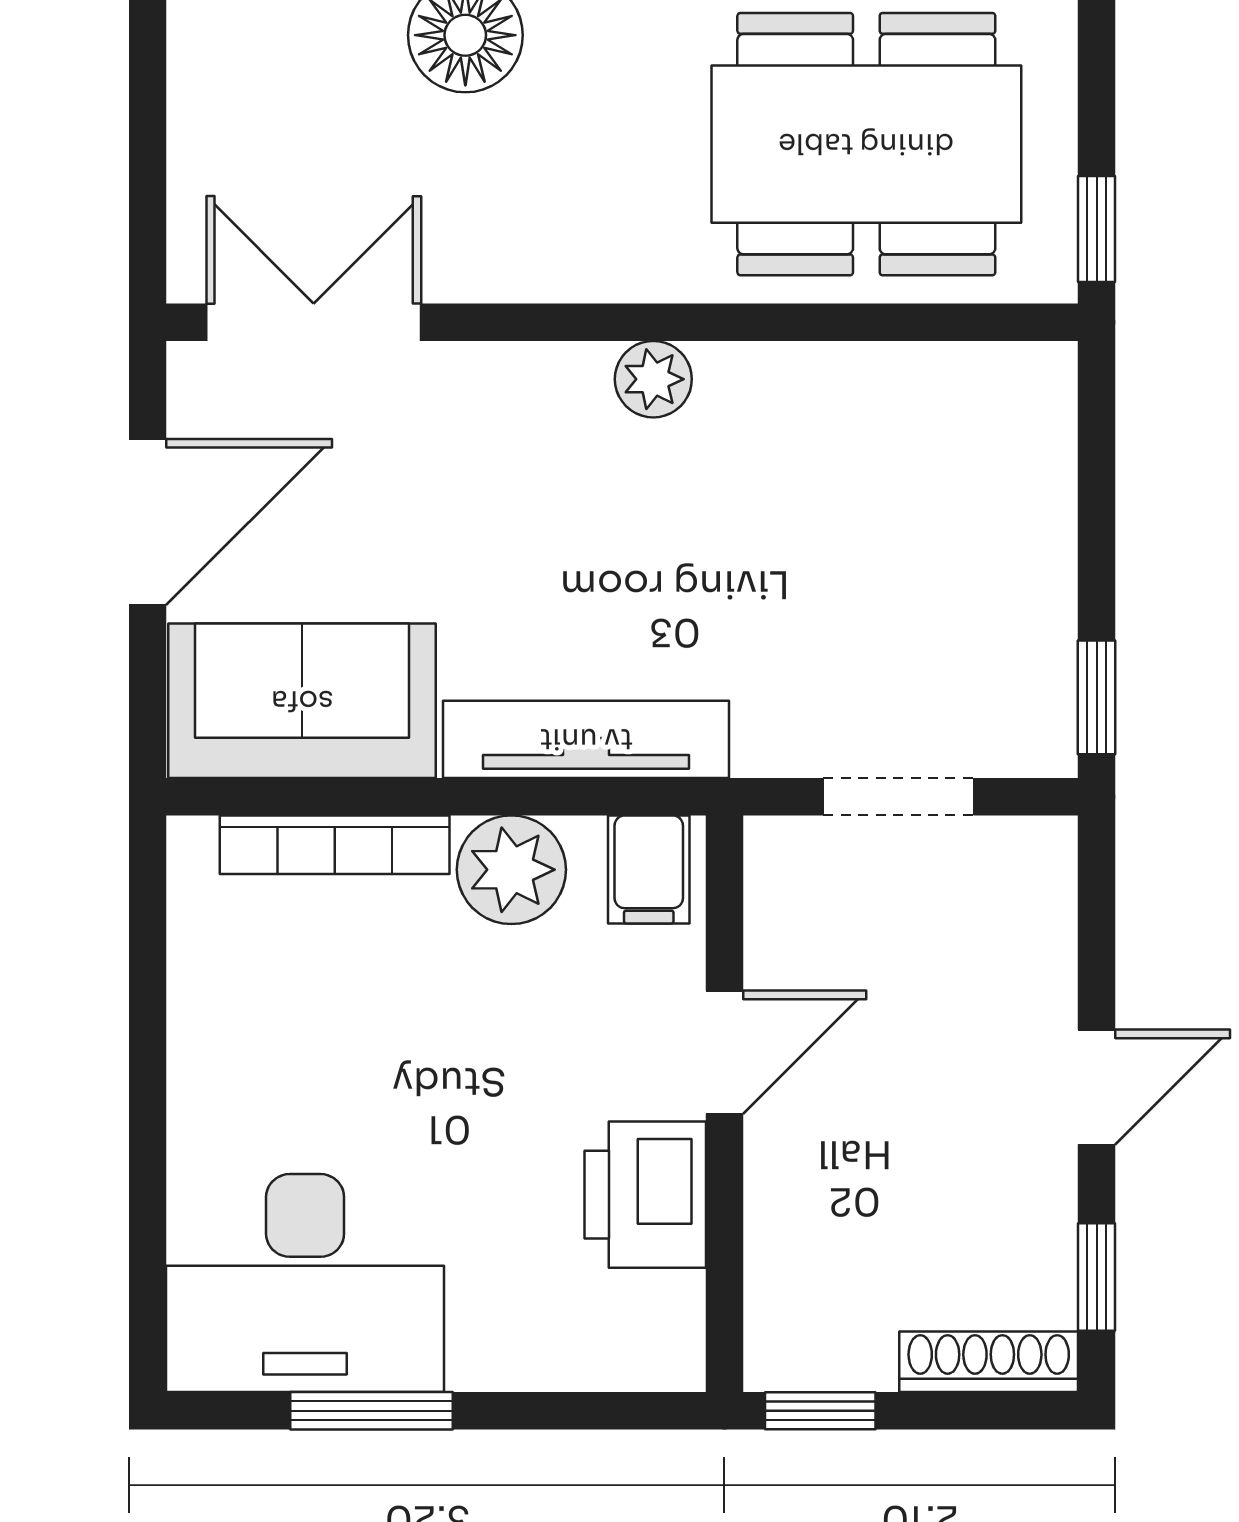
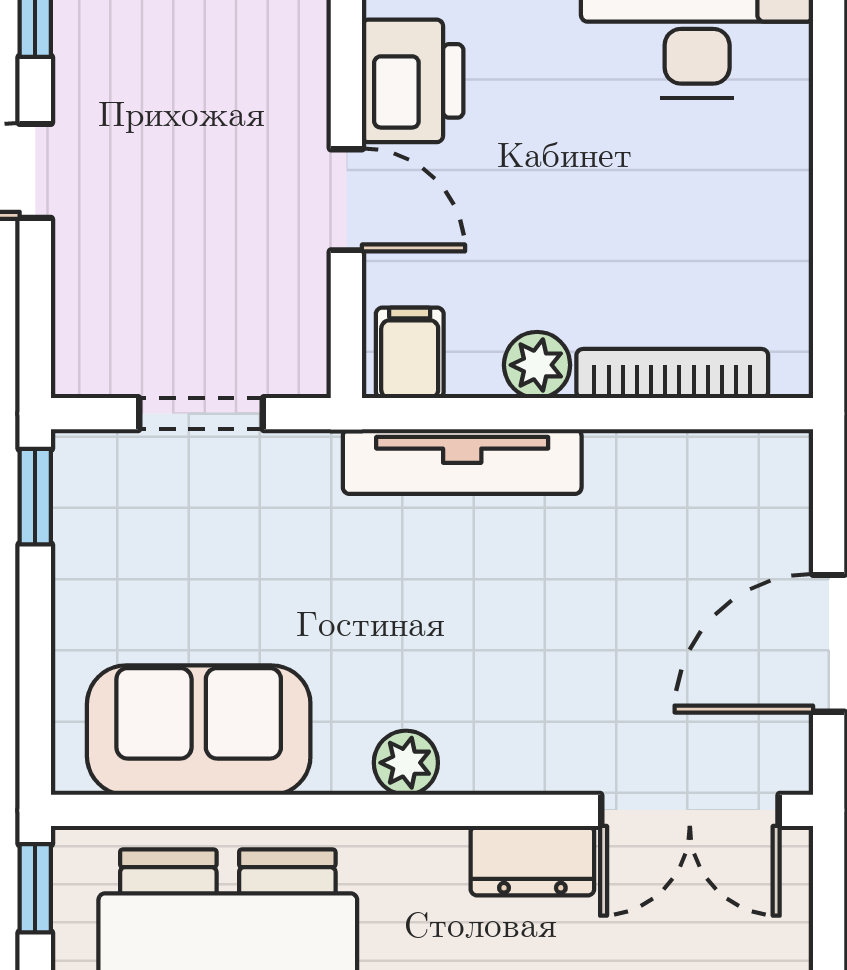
dresser: (502, 262) -> (532, 861), added
sofa: (302, 701) -> (199, 730), moved, turned 180
plant: (511, 870) -> (537, 365), width x0.73, depth x0.73
door: (724, 1052) -> (346, 200), swing flipped

